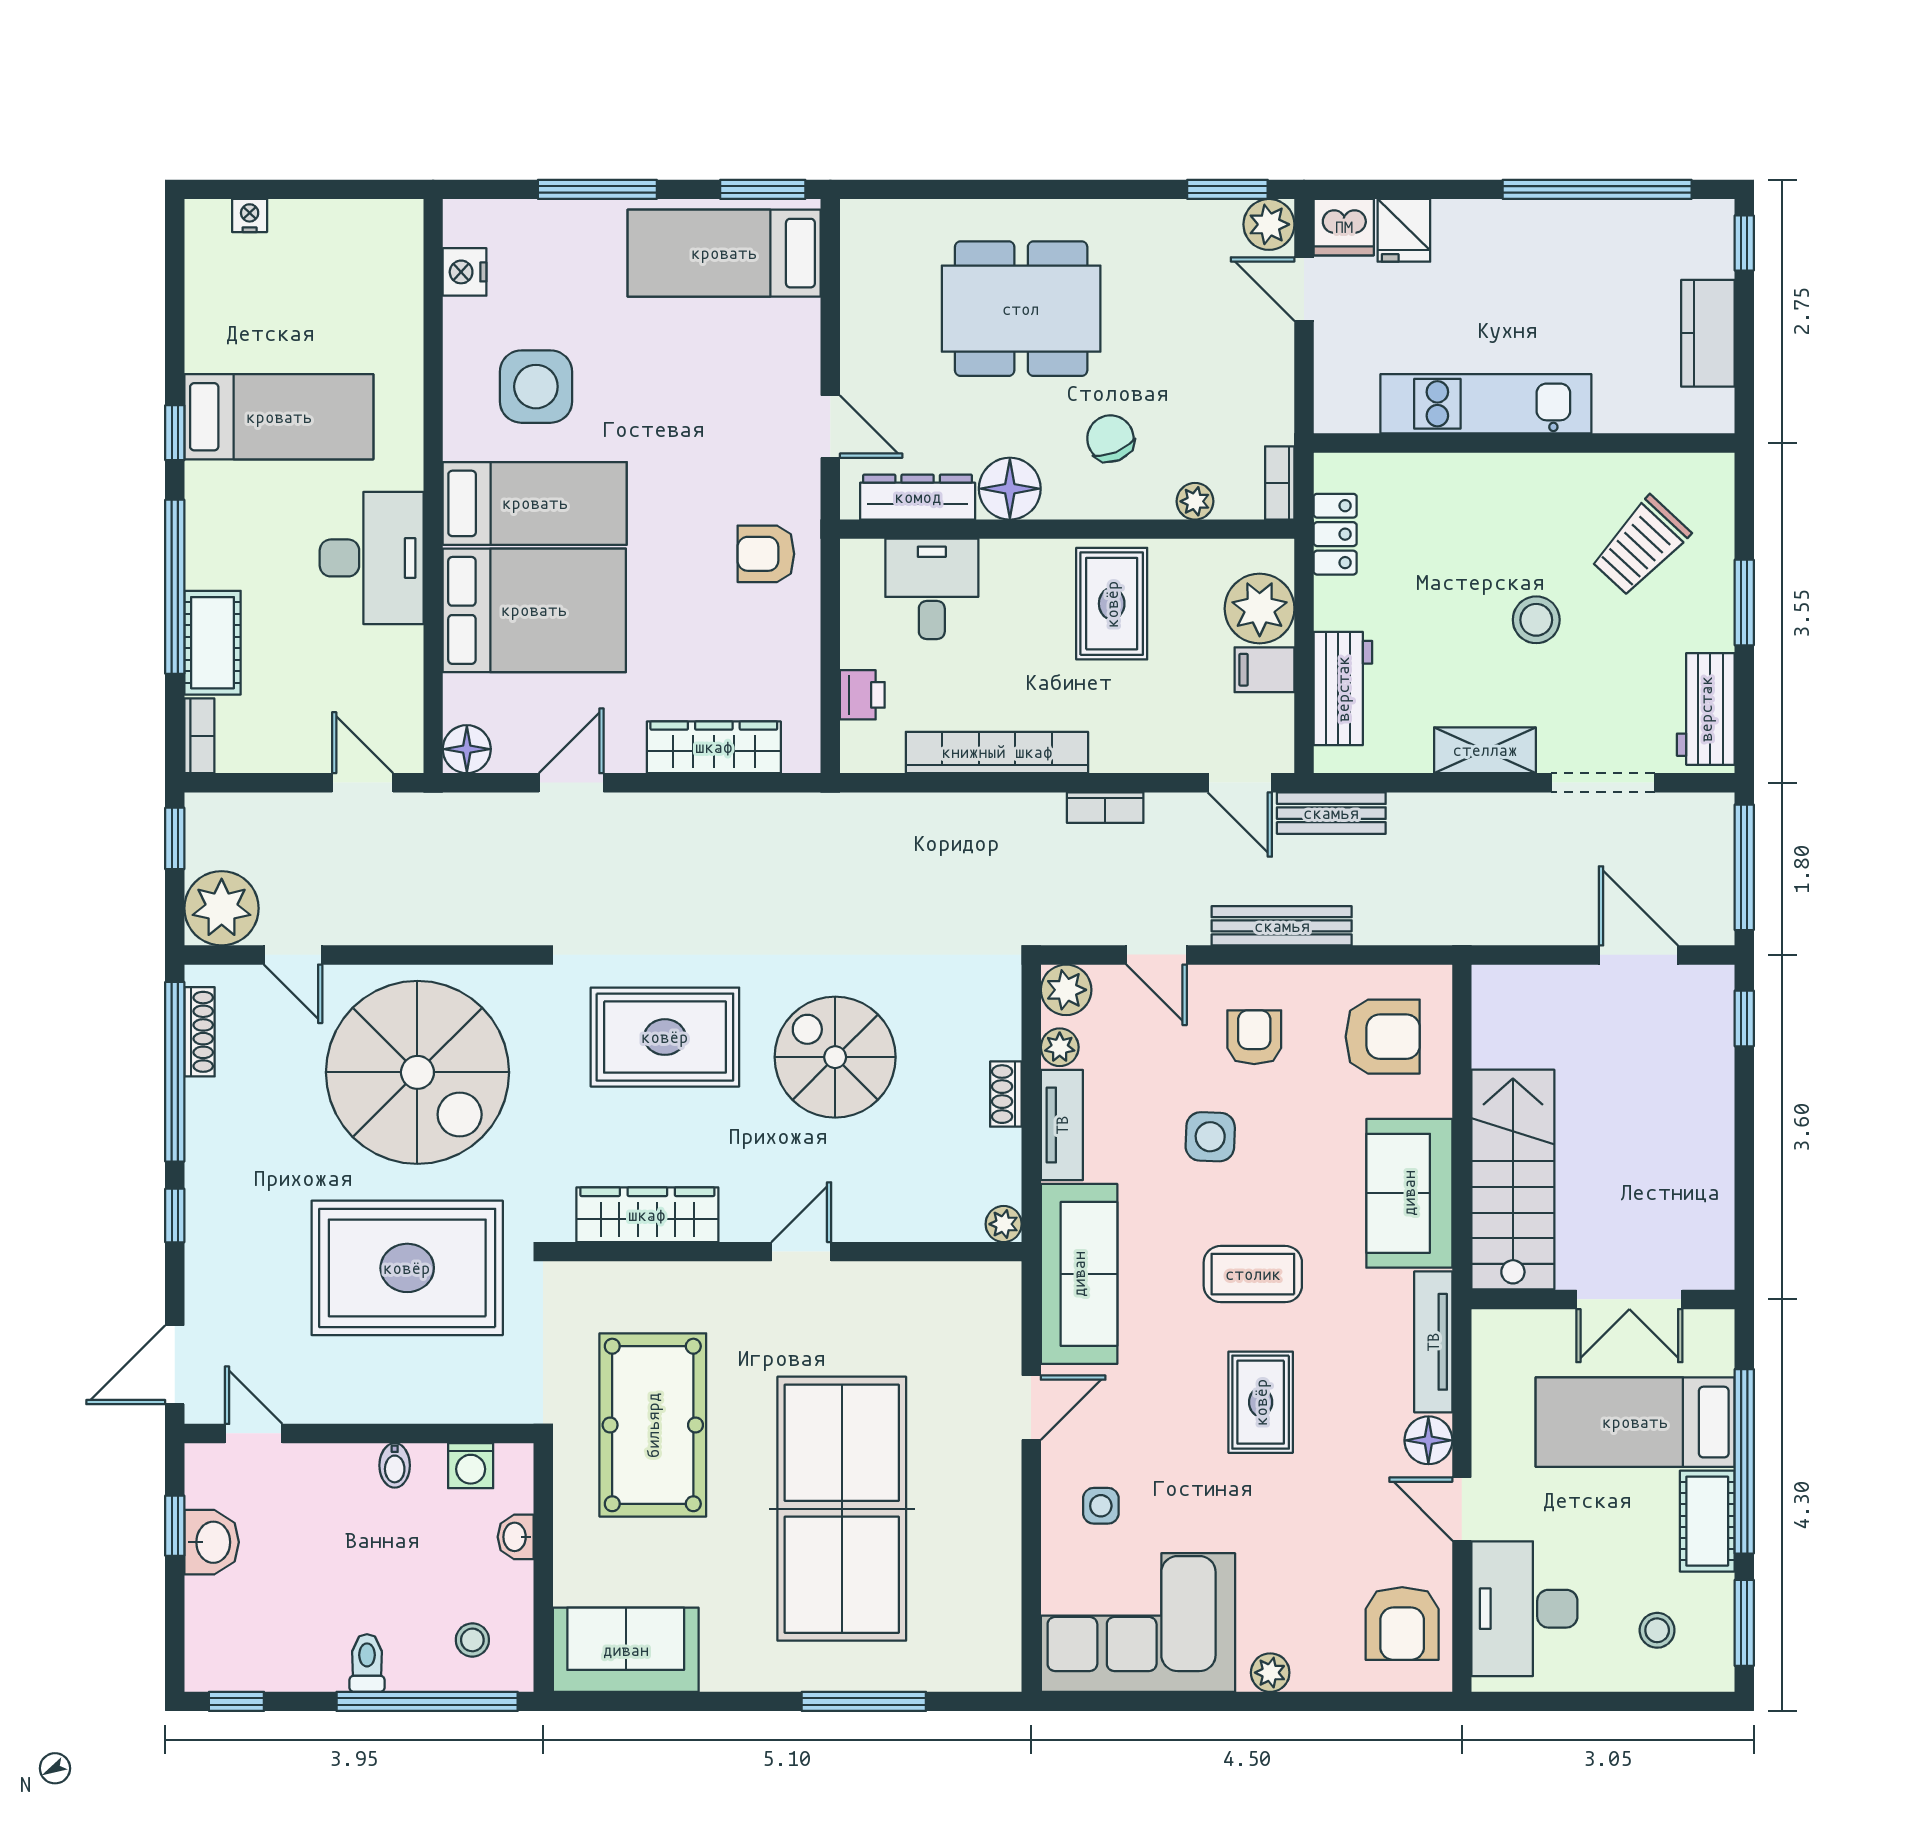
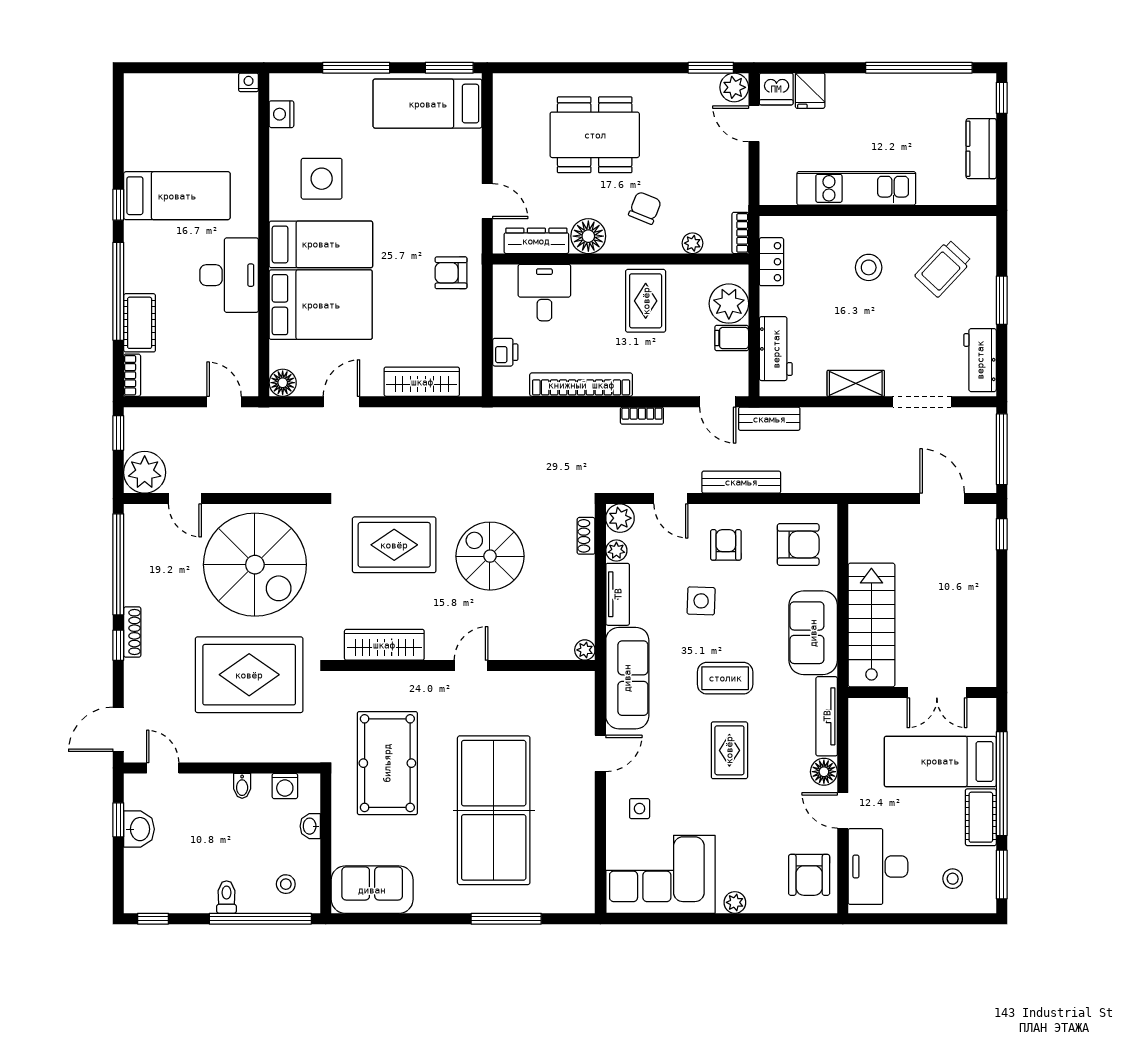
nightstand: (250, 216) -> (249, 82), moved
chair: (1110, 439) -> (645, 208), turned 44
stool: (1536, 620) -> (869, 267), moved
shoe rack: (200, 1032) -> (132, 632), moved
shoe rack: (1006, 1094) -> (586, 536), moved

